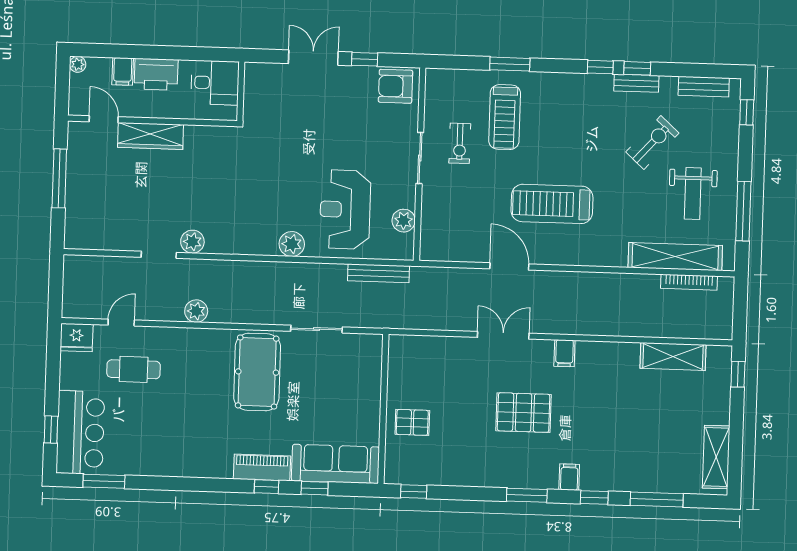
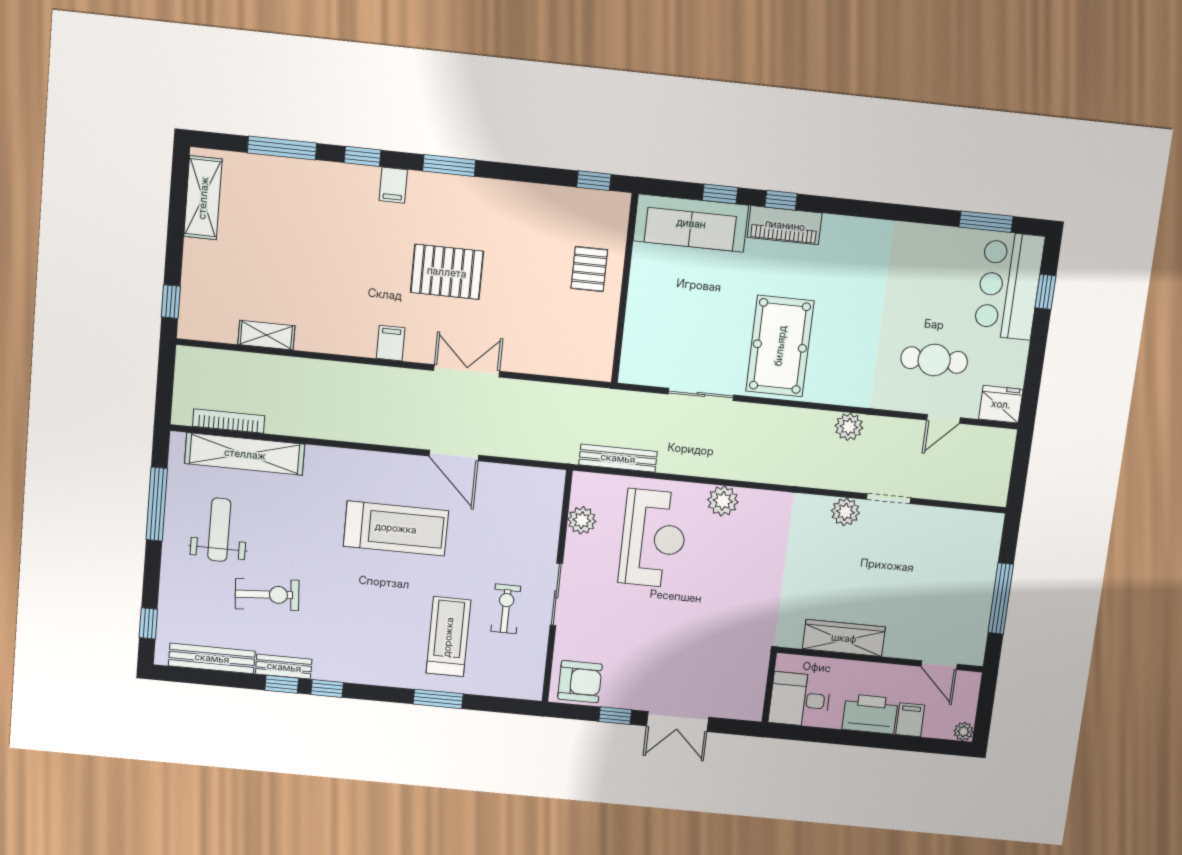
bench: (704, 87) -> (212, 658), width x1.36
wardrobe: (150, 136) -> (844, 638), moved
exercise bike: (652, 143) -> (267, 595), turned -136
double door: (503, 335) -> (467, 371), swing flipped
shelving: (673, 356) -> (266, 335), width x0.67, depth x0.75
pallet: (412, 422) -> (589, 269), turned 90

